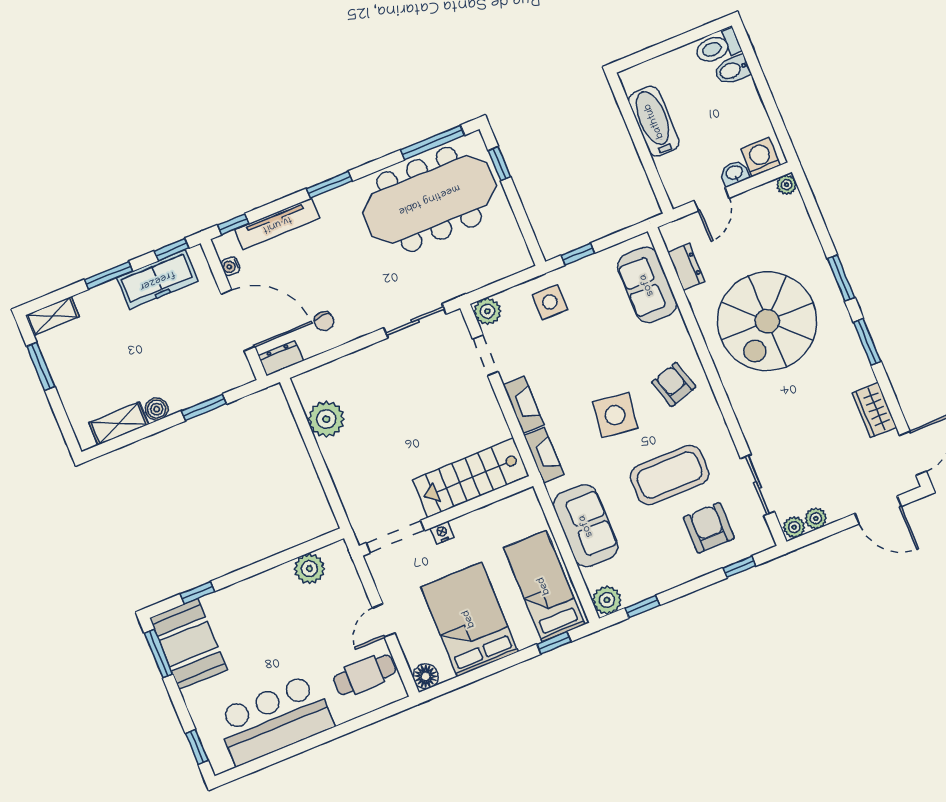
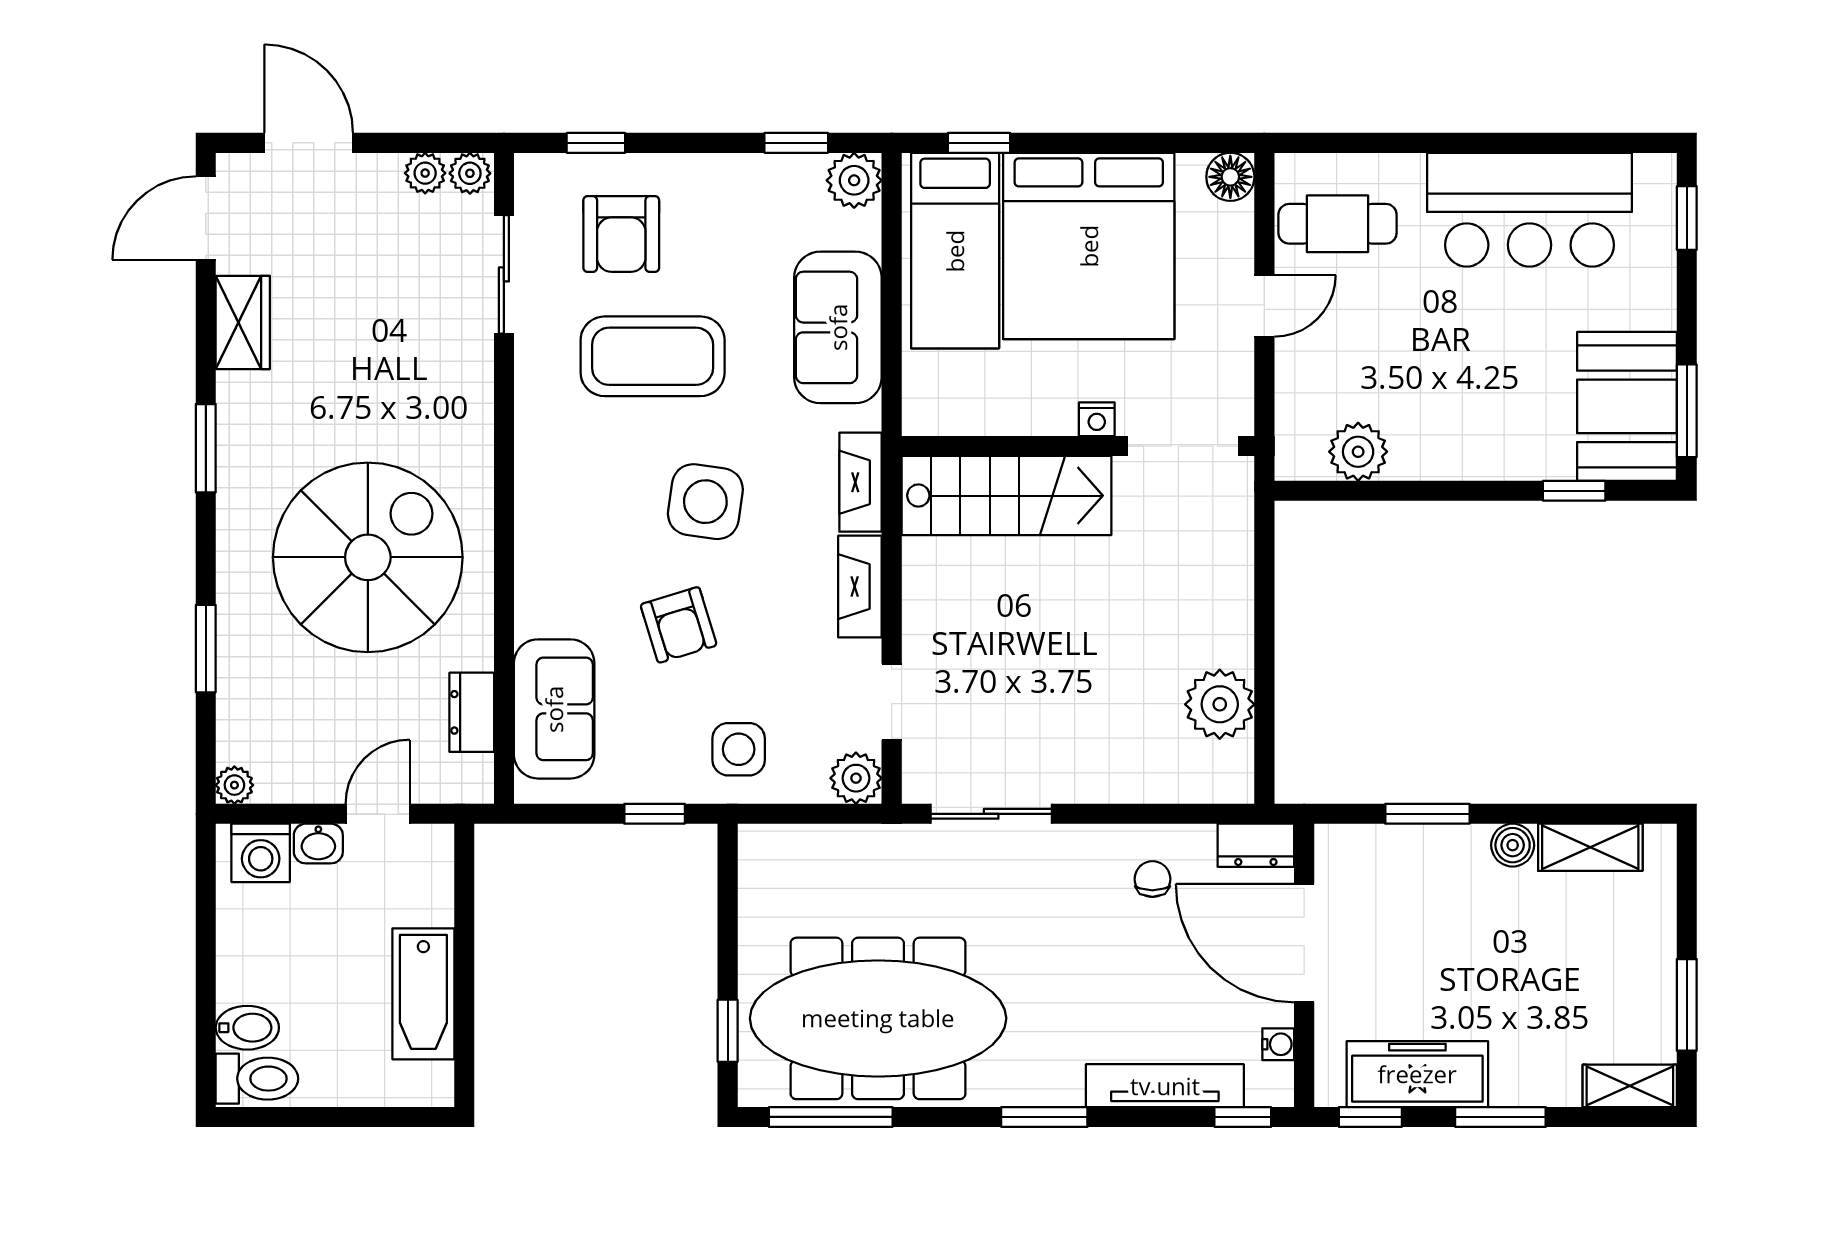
window: (841, 278) -> (206, 649), moved
armchair: (674, 384) -> (679, 625), moved
bed: (469, 619) -> (1089, 246), width x1.36

